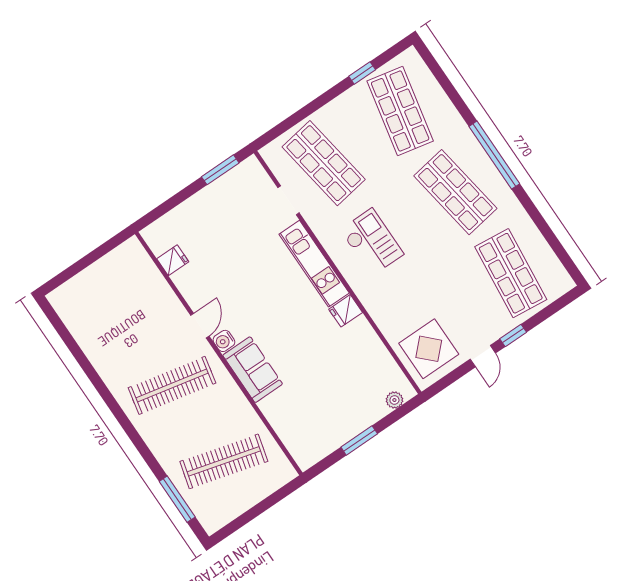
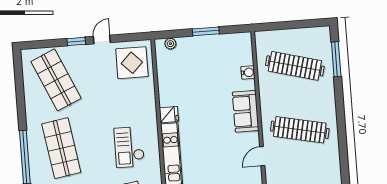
shop shelf: (511, 273) -> (56, 80), turned -30
water cooler: (224, 341) -> (248, 72), moved

